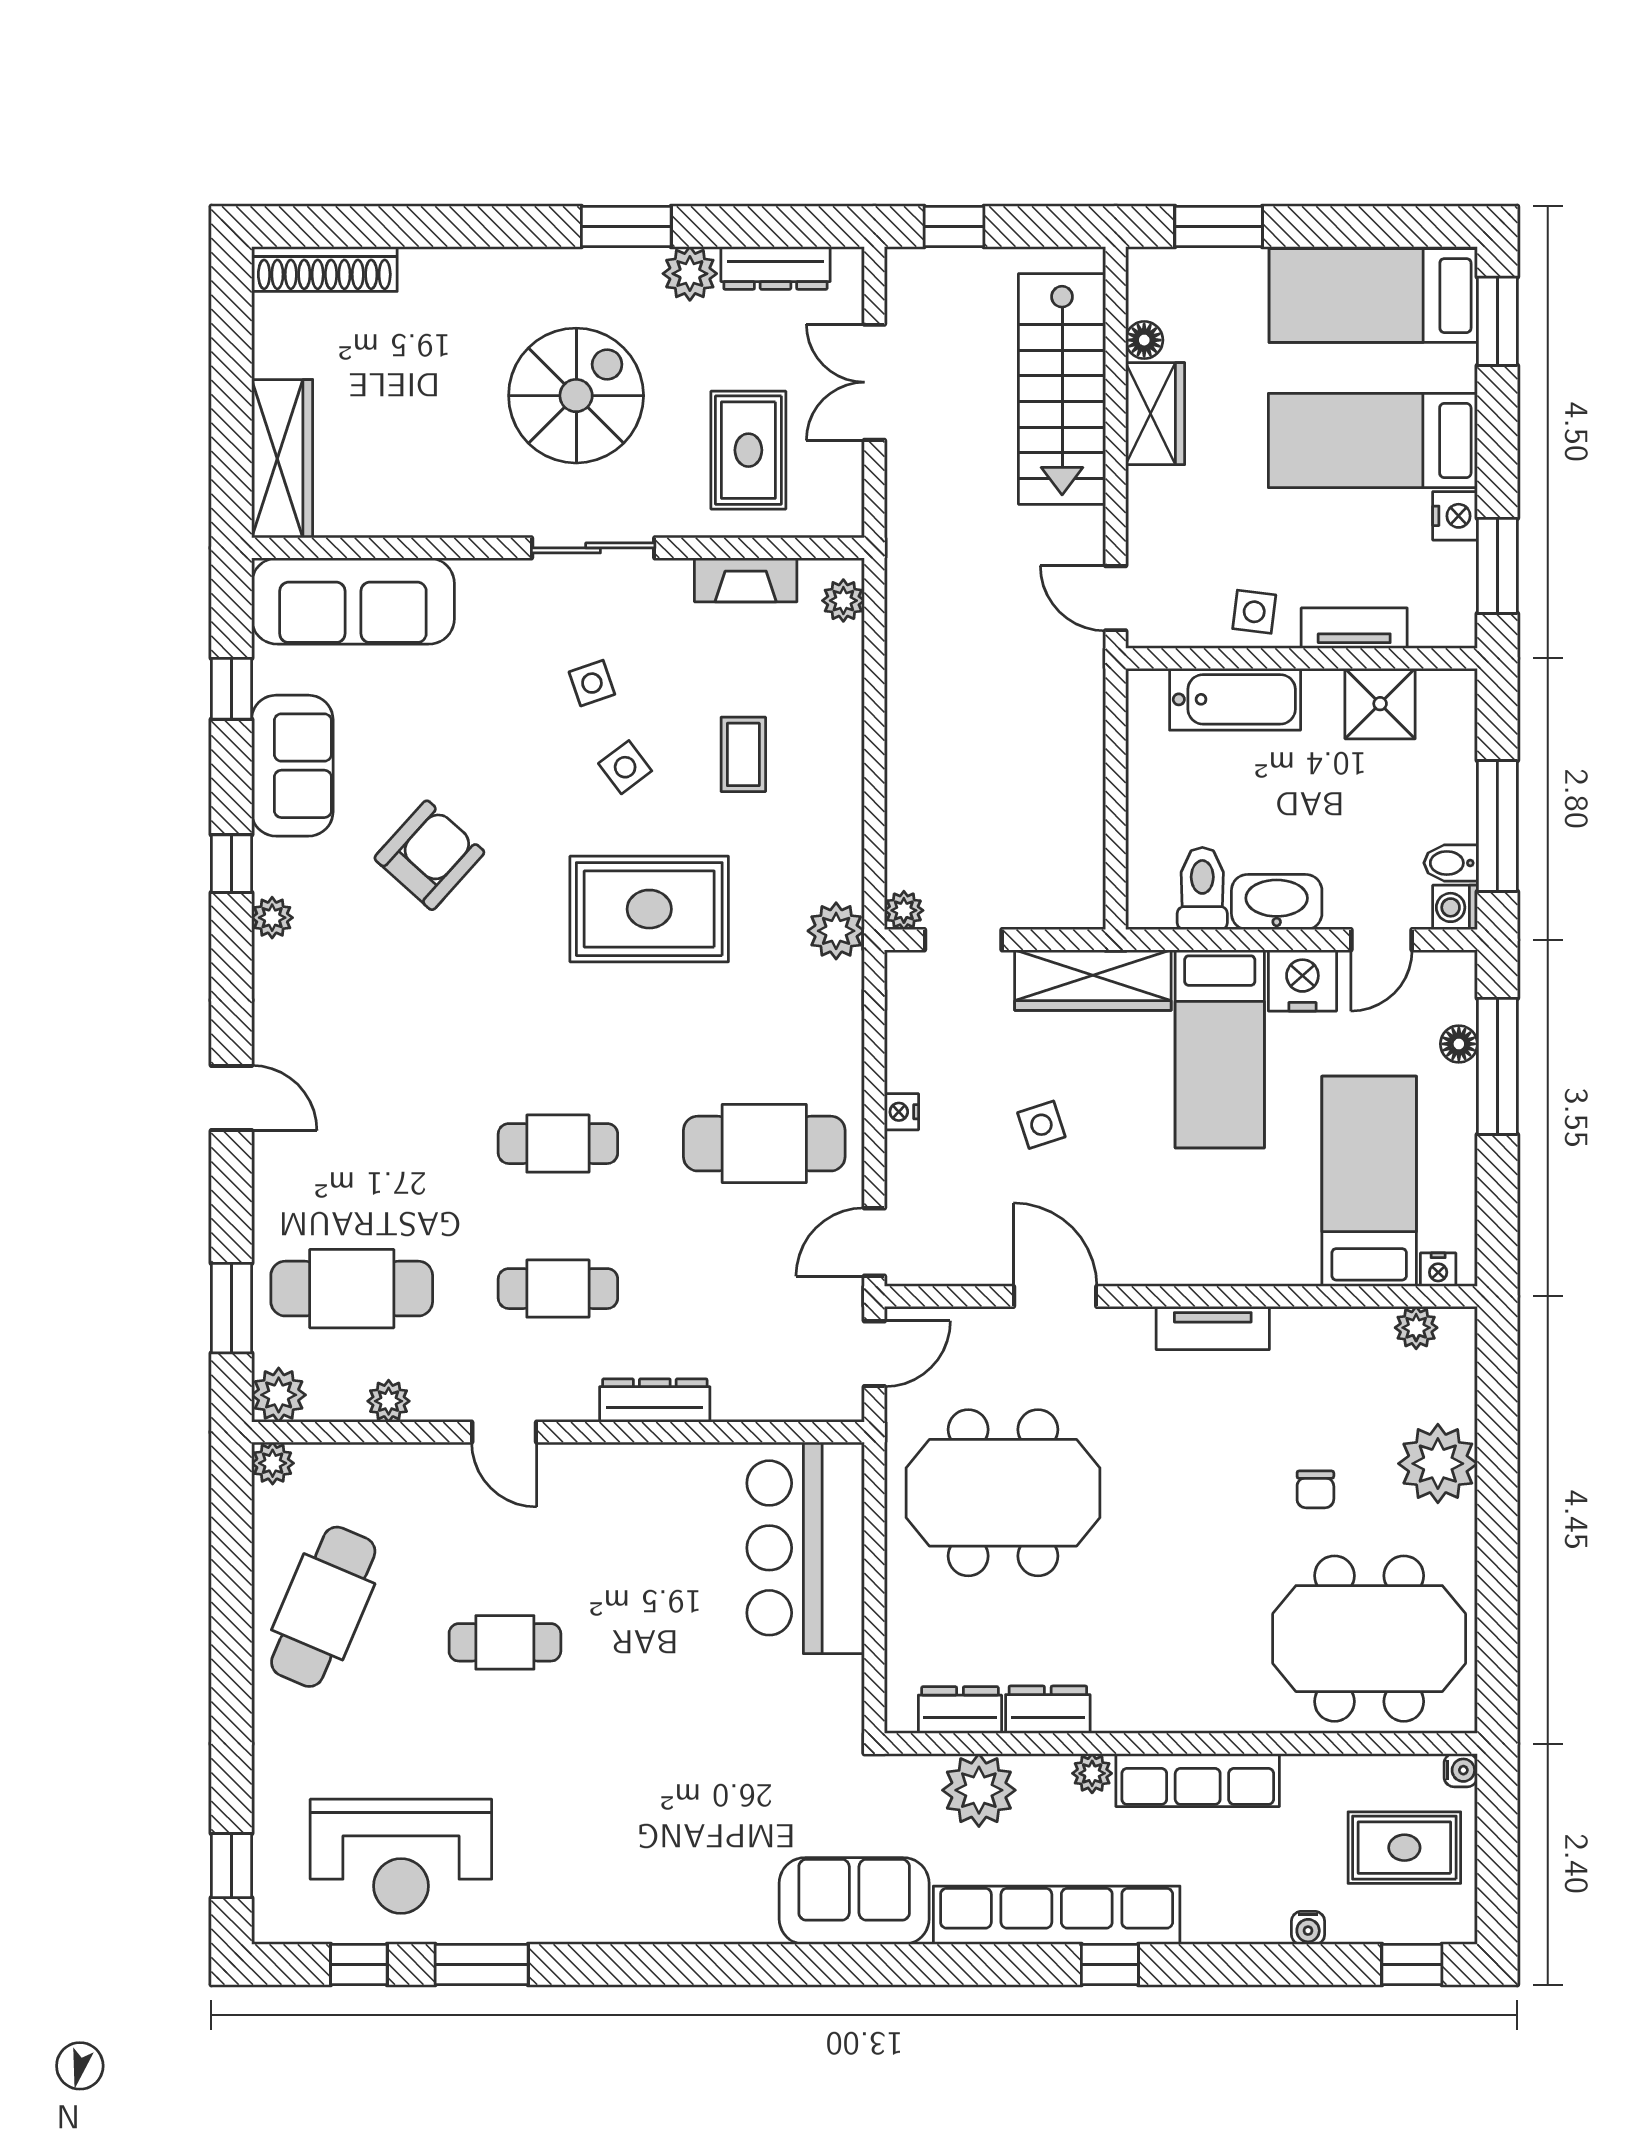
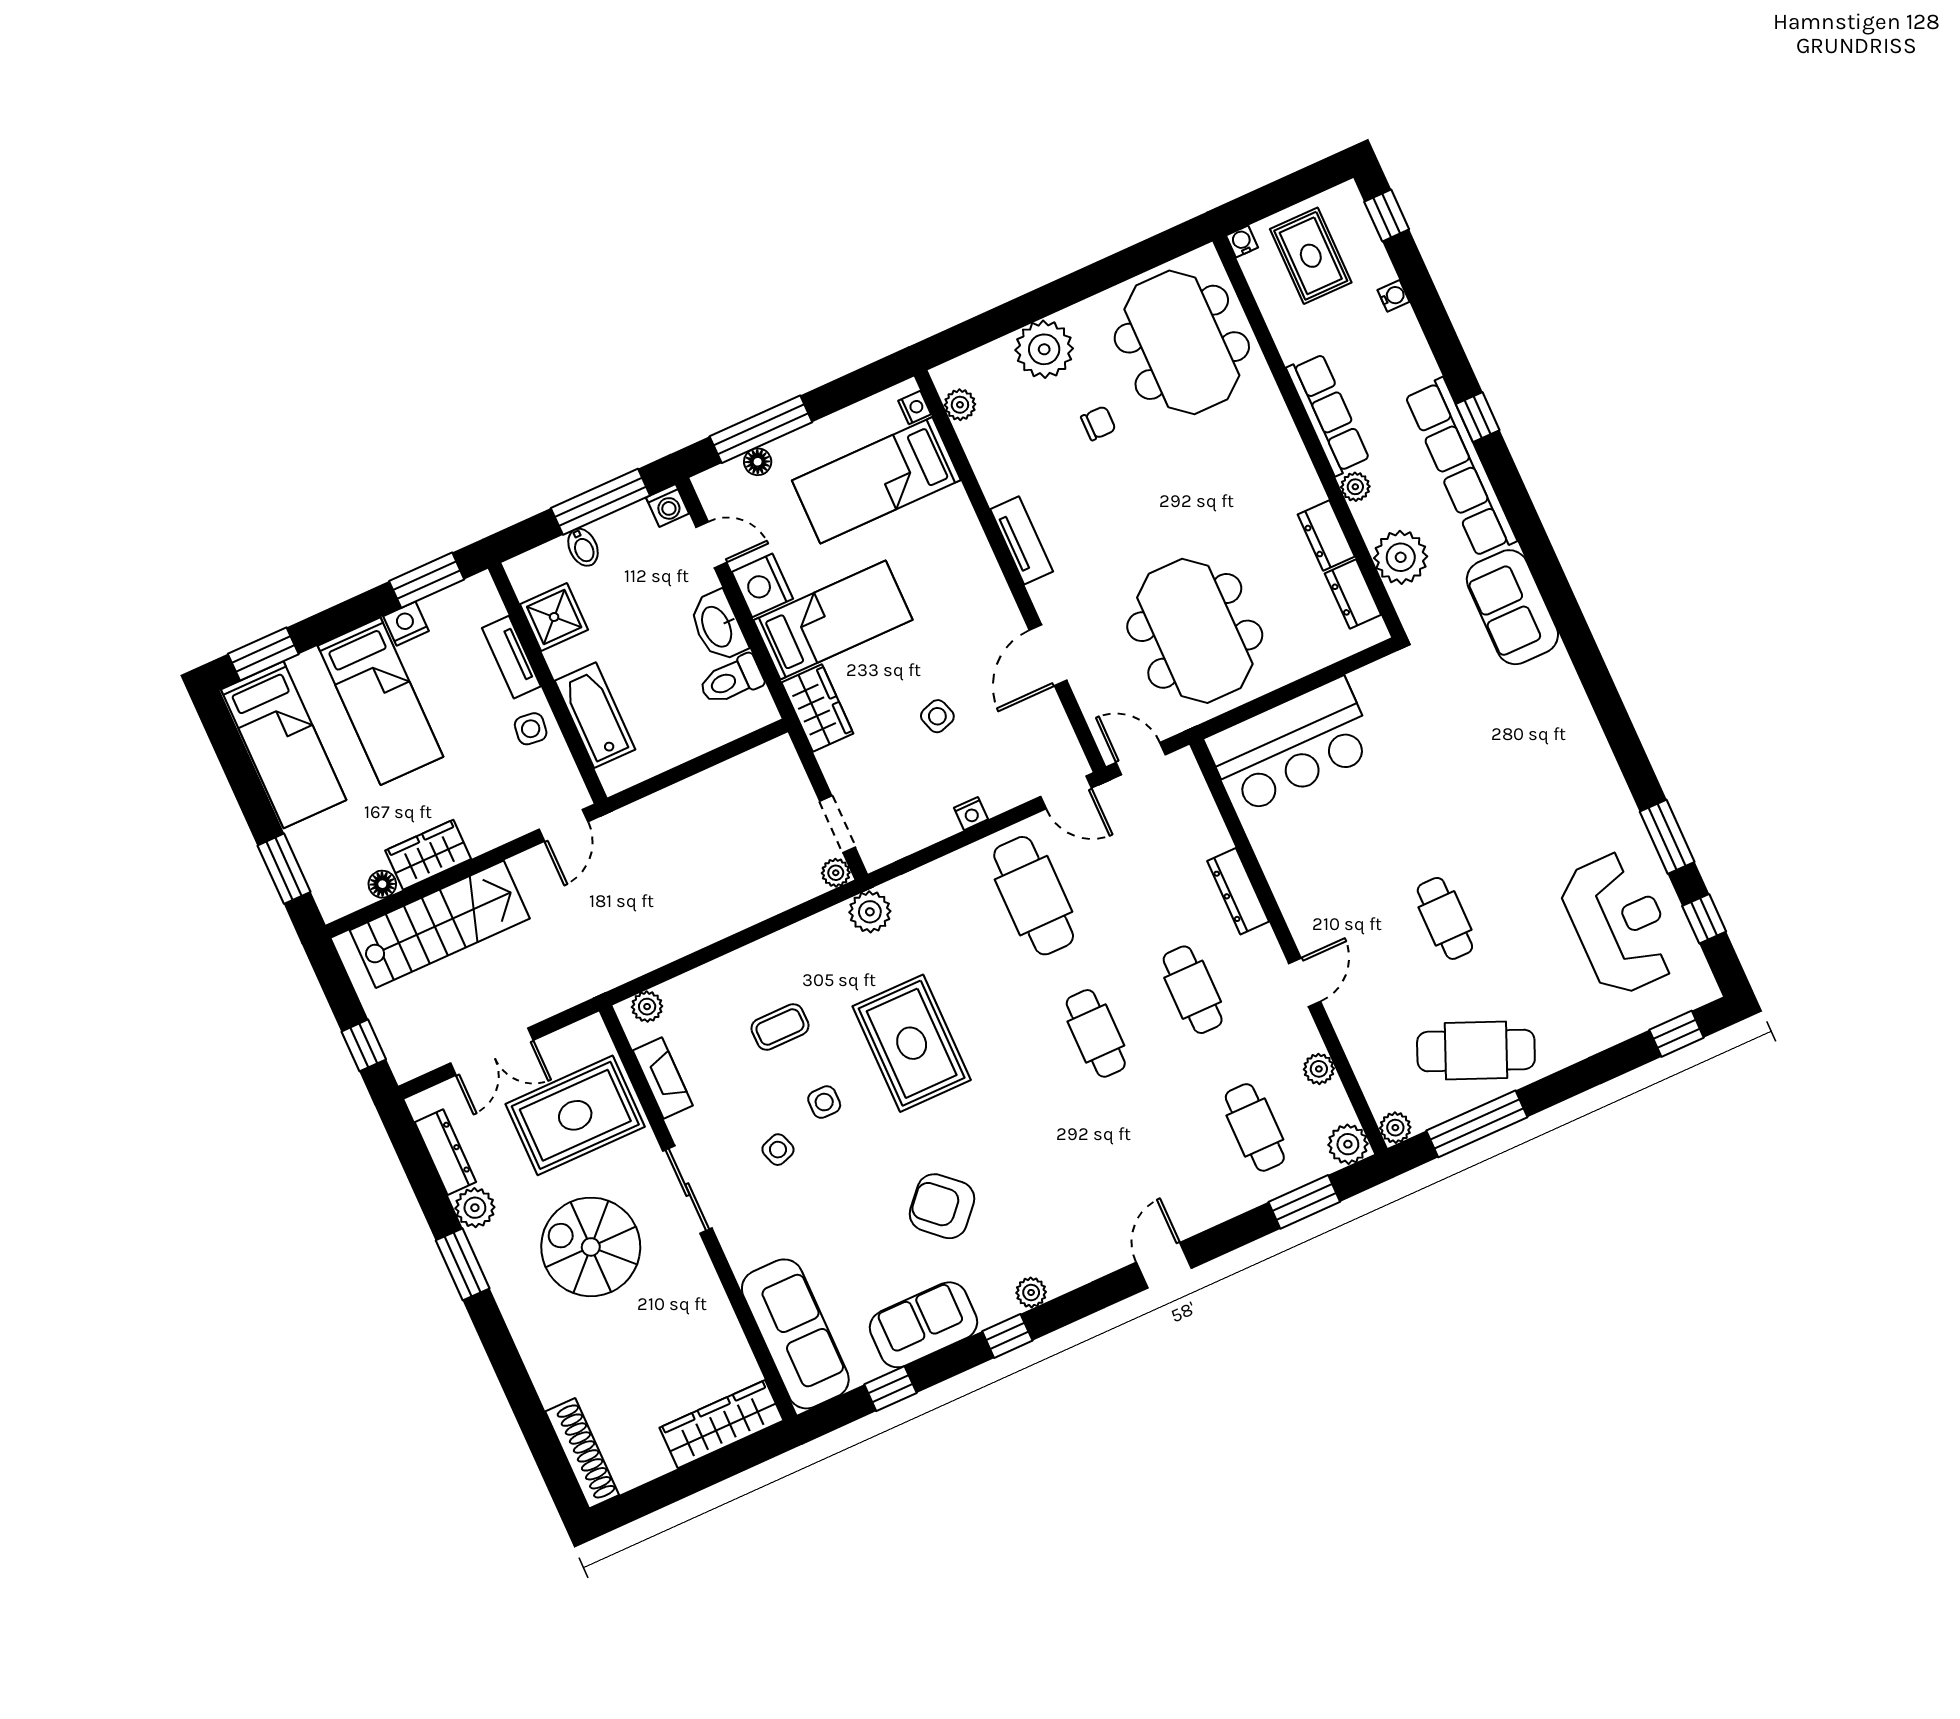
rug: (748, 450) -> (575, 1115), width x1.36, depth x1.43
side table: (625, 767) -> (824, 1102), turned 37
bidet: (1451, 863) -> (583, 547), moved
wardrobe: (1093, 980) -> (817, 708), width x0.67
cafe table: (352, 1289) -> (1255, 1127), width x0.73, depth x0.74
window: (231, 1567) -> (1477, 1124), added

